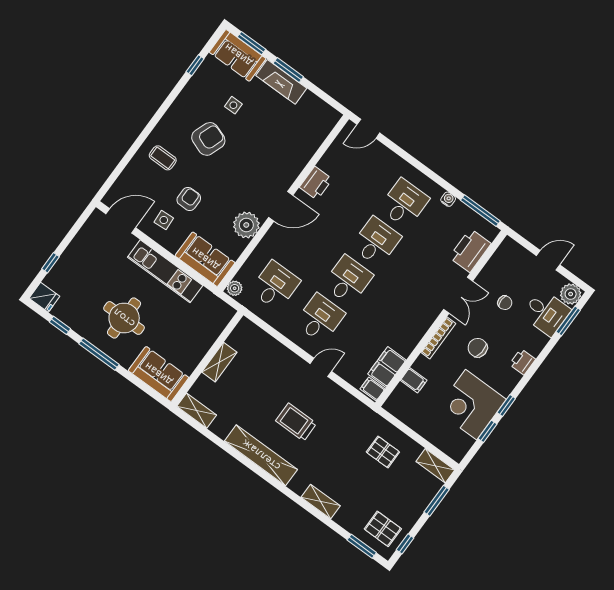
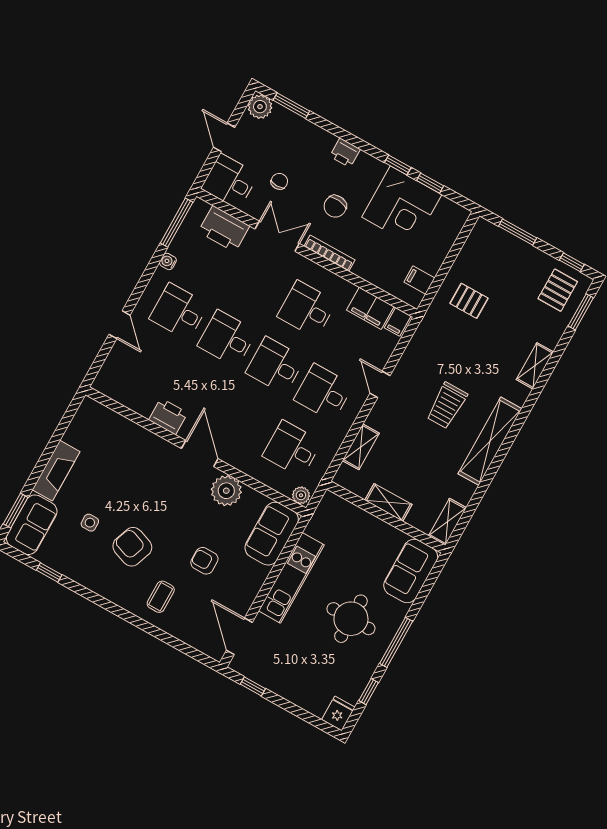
window: (288, 70) -> (41, 464), removed
door: (368, 129) -> (119, 325), moved
side table: (164, 220) -> (232, 587), removed
window: (50, 263) -> (253, 686), moved
desk: (393, 313) -> (307, 309), added
desk: (546, 313) -> (230, 181), moved, turned -90
filing cabinet: (414, 380) -> (419, 280), moved, turned -90
pallet: (383, 452) -> (469, 301), turned 90
shelving: (435, 466) -> (361, 447), moved

